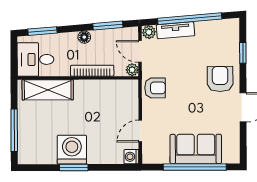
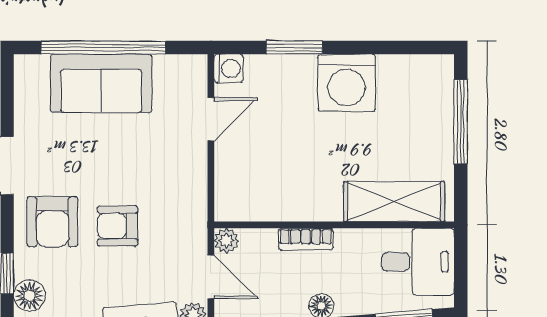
floor lamp: (232, 42) -> (29, 296), added
bookcase: (92, 71) -> (306, 239), width x0.64
armchair: (155, 88) -> (117, 226), moved
window: (74, 167) -> (294, 47), moved

